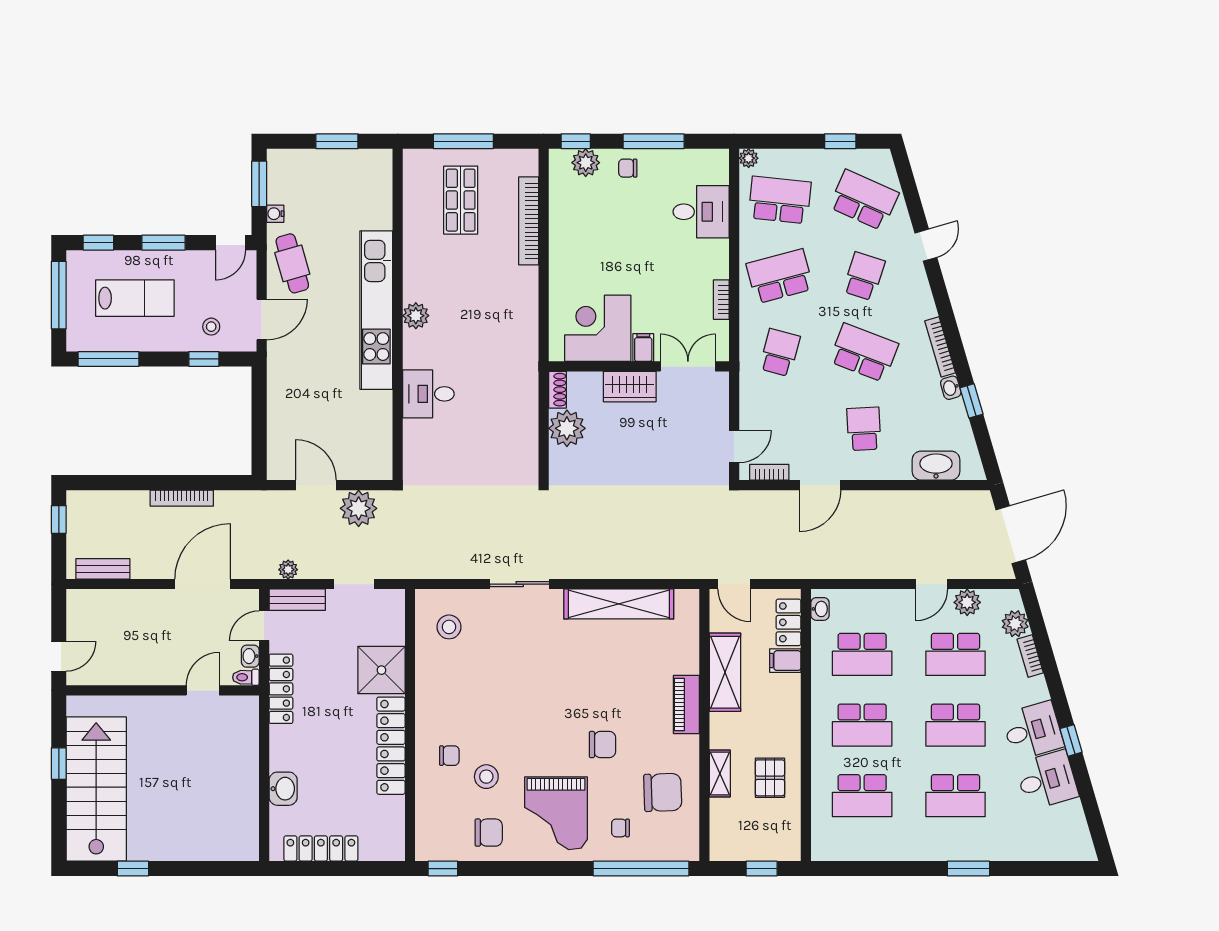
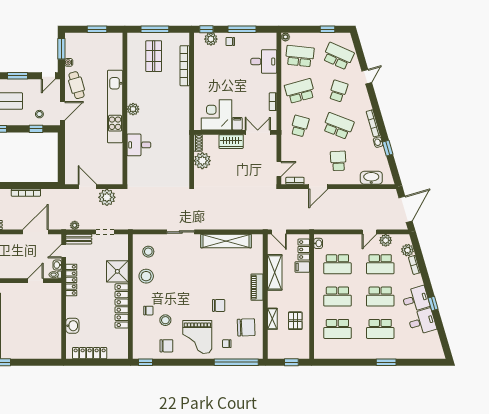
stool: (444, 680) -> (146, 276), added

